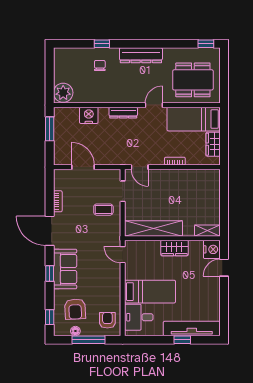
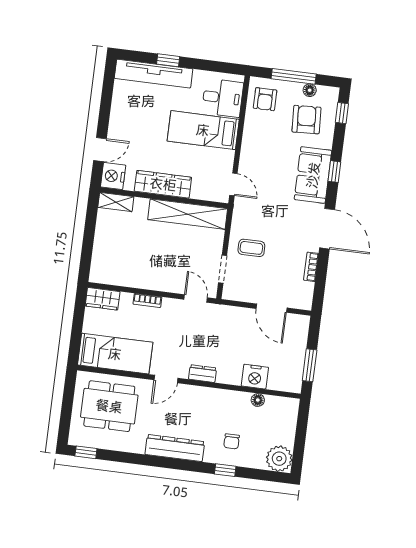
plant: (63, 93) -> (279, 459), moved
floor lamp: (84, 98) -> (258, 400), added
dresser: (123, 113) -> (203, 374), width x0.70
wardrobe: (213, 144) -> (103, 299), moved, turned 90
wardrobe: (174, 248) -> (163, 184), width x1.50

